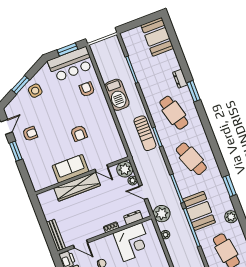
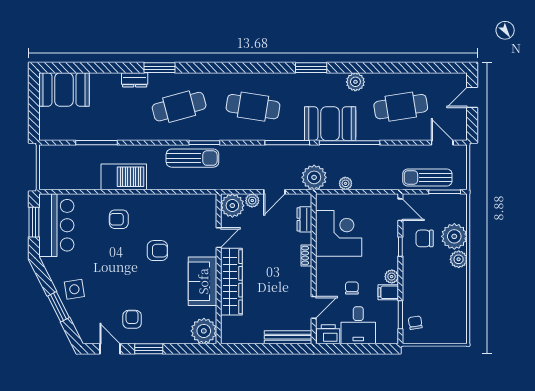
armchair: (87, 89) -> (119, 219), moved
cafe table: (191, 159) -> (253, 107), turned 30
plant: (40, 181) -> (204, 331), added

